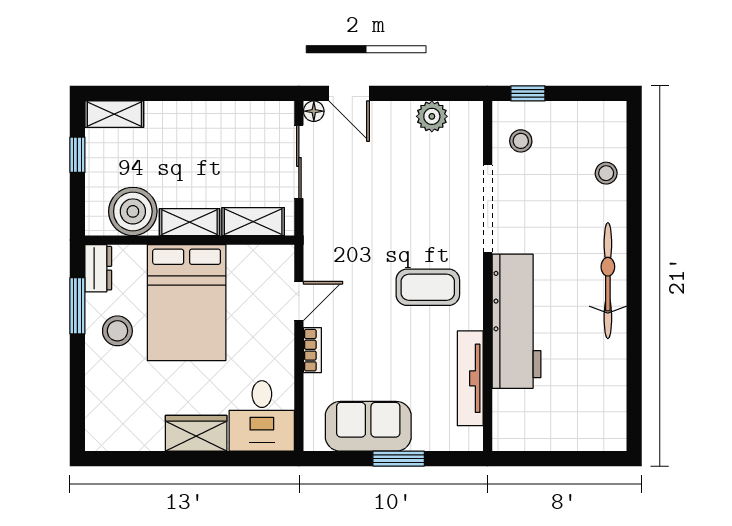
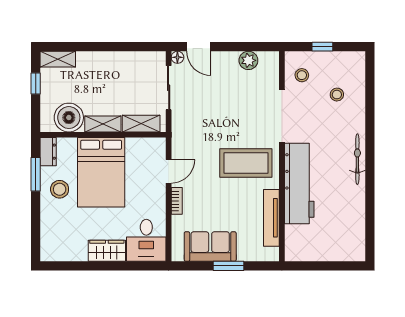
window: (528, 93) -> (322, 47), moved
stool: (606, 173) -> (337, 95), moved
bicycle: (608, 281) -> (357, 159), width x0.73, depth x0.71
coffee table: (428, 287) -> (246, 163), width x1.36, depth x1.32

